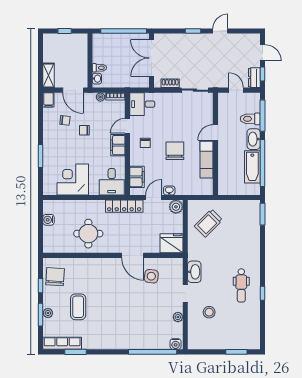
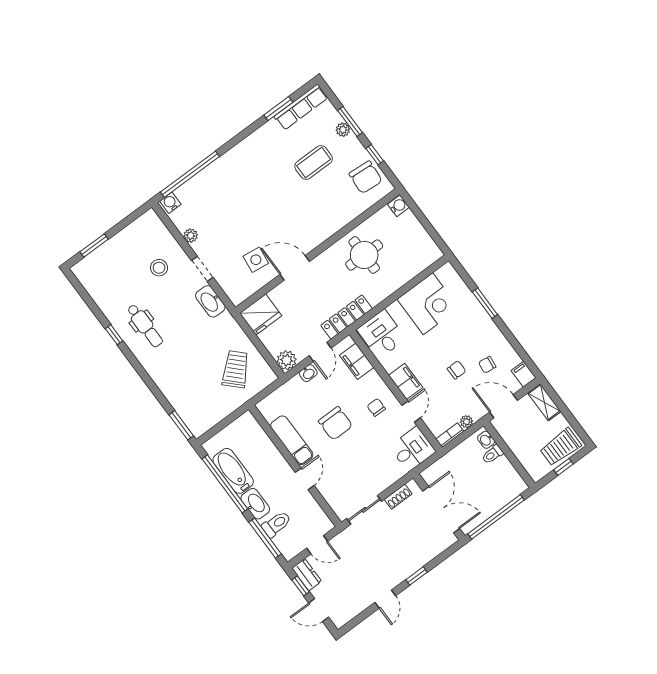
trolley: (58, 43) -> (560, 447), added
water cooler: (49, 220) -> (398, 206), moved
dental chair: (241, 285) -> (145, 326), turned 180
coffee table: (78, 307) -> (314, 162), turned 90

